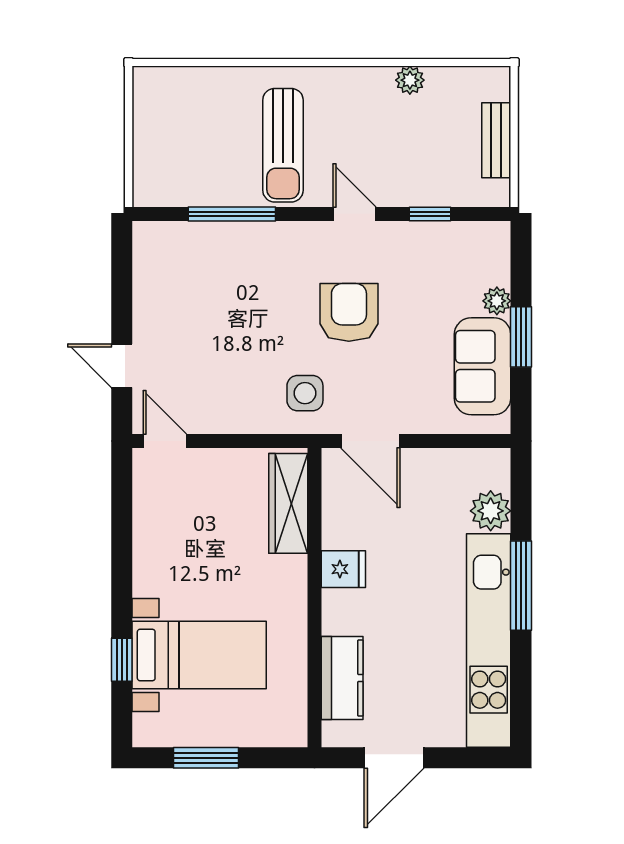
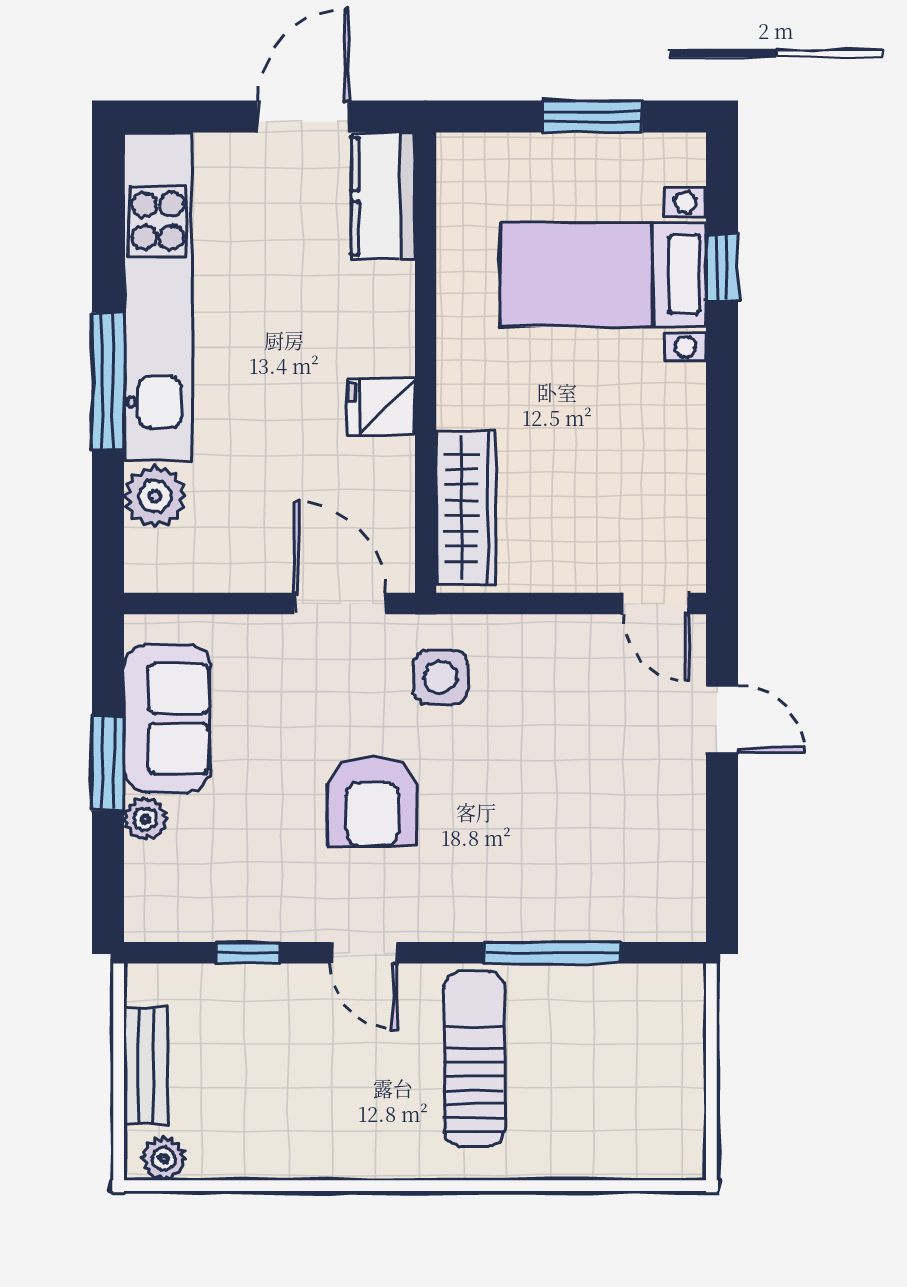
plant: (410, 80) -> (164, 1159), moved
kitchen counter: (342, 678) -> (383, 196), moved

